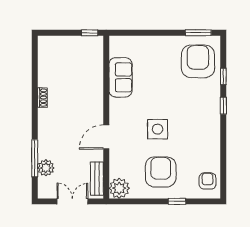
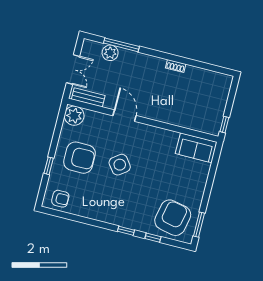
armchair: (198, 61) -> (173, 218), turned -78
sofa: (121, 77) -> (196, 148), moved
side table: (158, 129) -> (120, 165), turned -37

